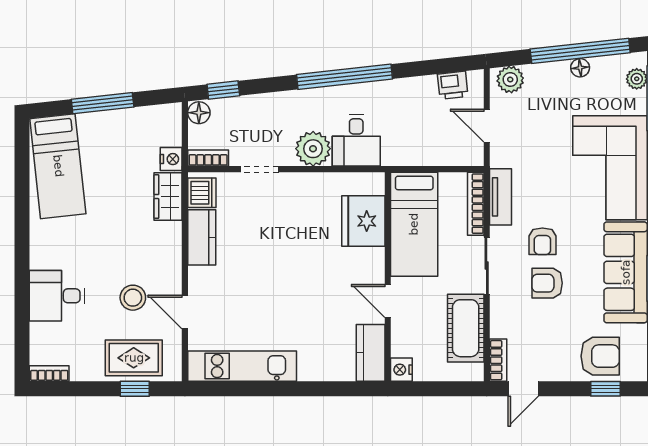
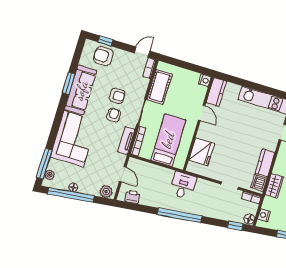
plant: (313, 149) -> (203, 187), removed
nightstand: (171, 159) -> (264, 215), moved
fridge: (363, 221) -> (202, 152), moved
wall: (388, 277) -> (198, 124), moved
door: (388, 301) -> (202, 113), moved
kitchen counter: (371, 353) -> (216, 92), moved
nightstand: (401, 370) -> (205, 80), moved

